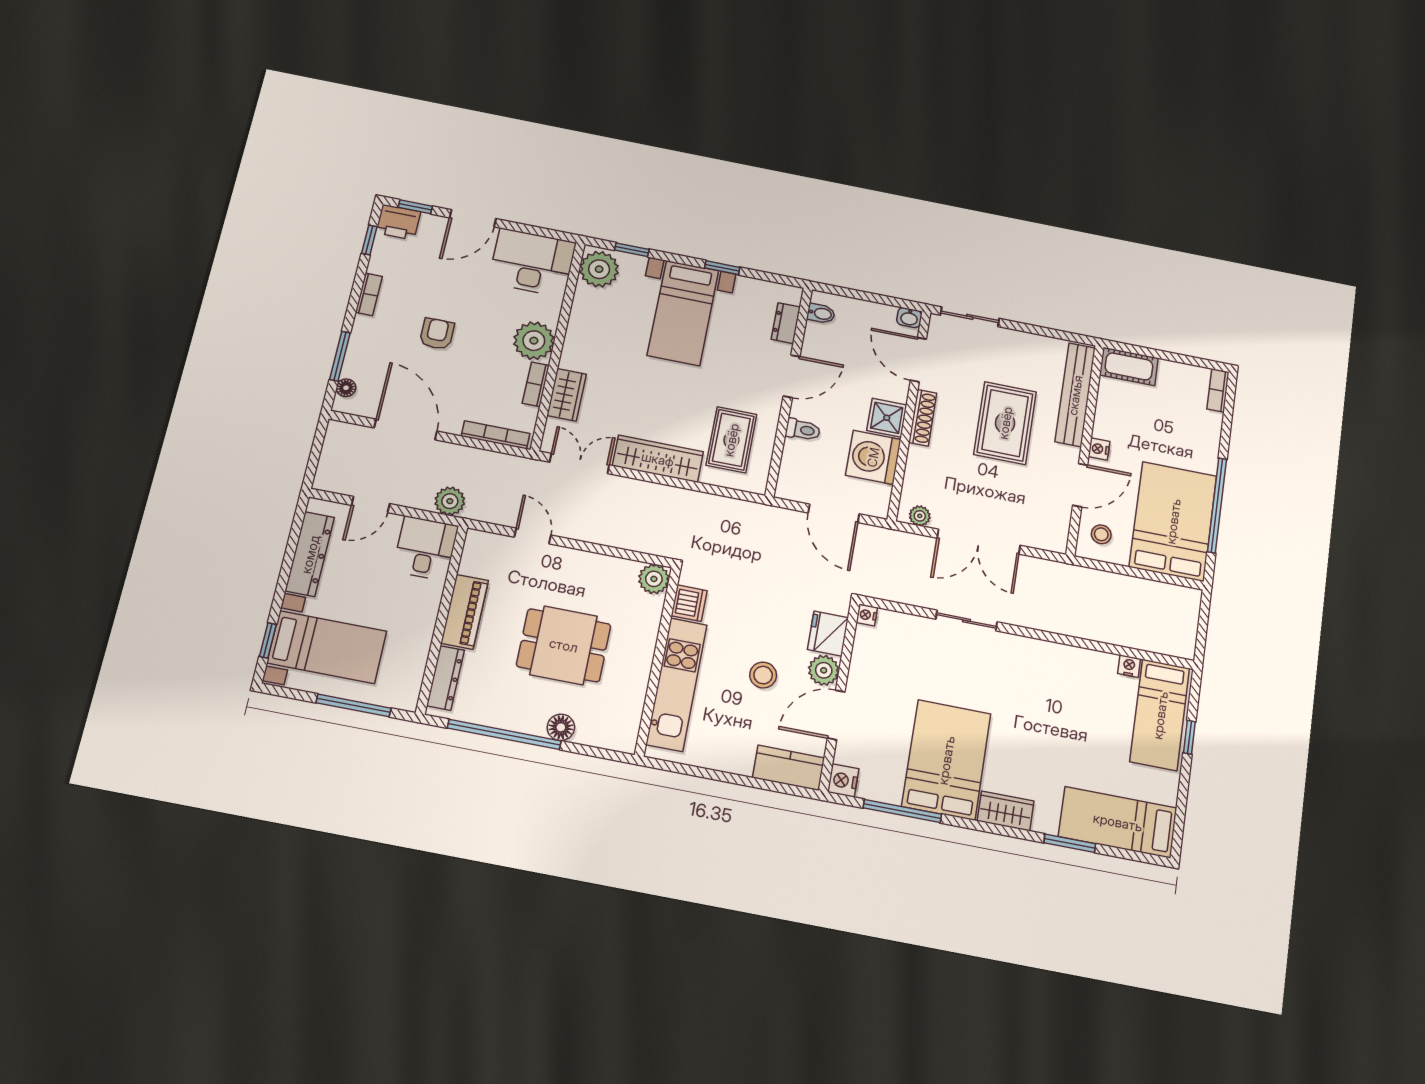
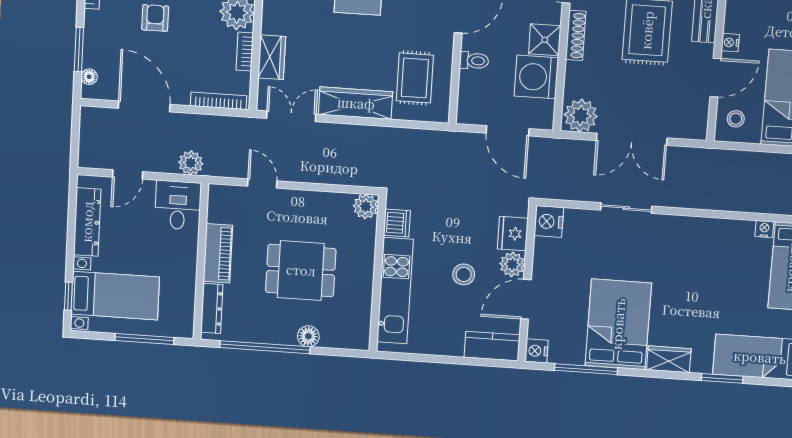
plant: (920, 516) -> (581, 116), width x1.88, depth x1.88
nightstand: (867, 615) -> (549, 222), width x1.89, depth x1.79

